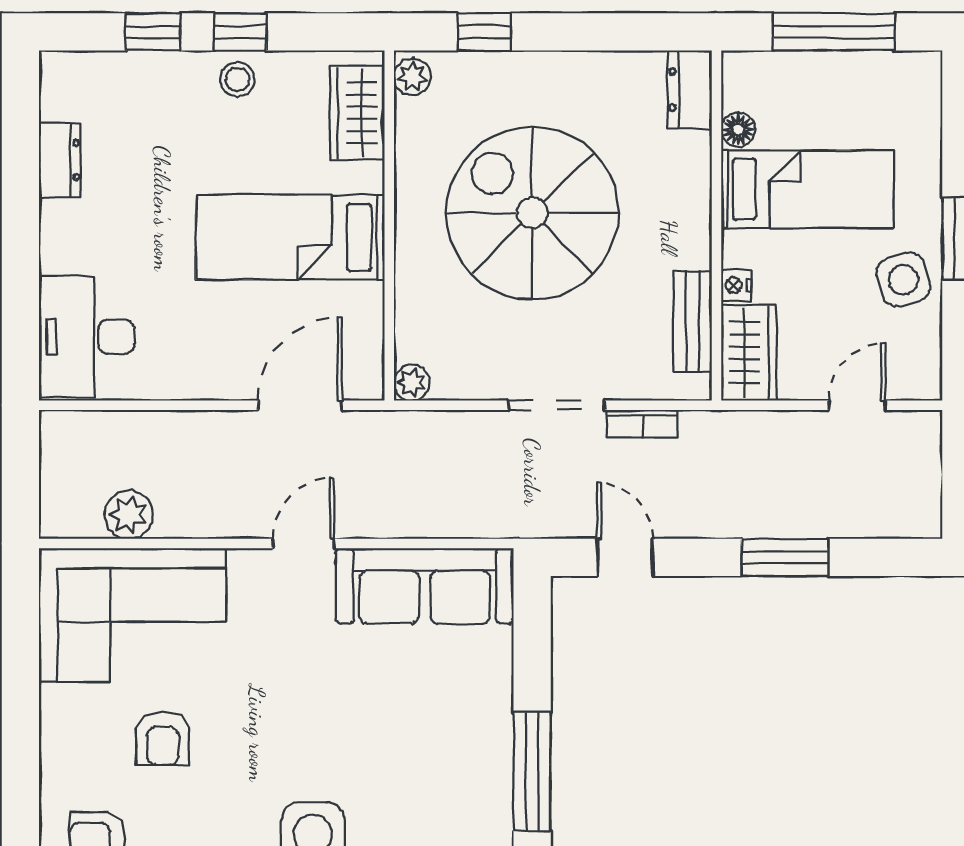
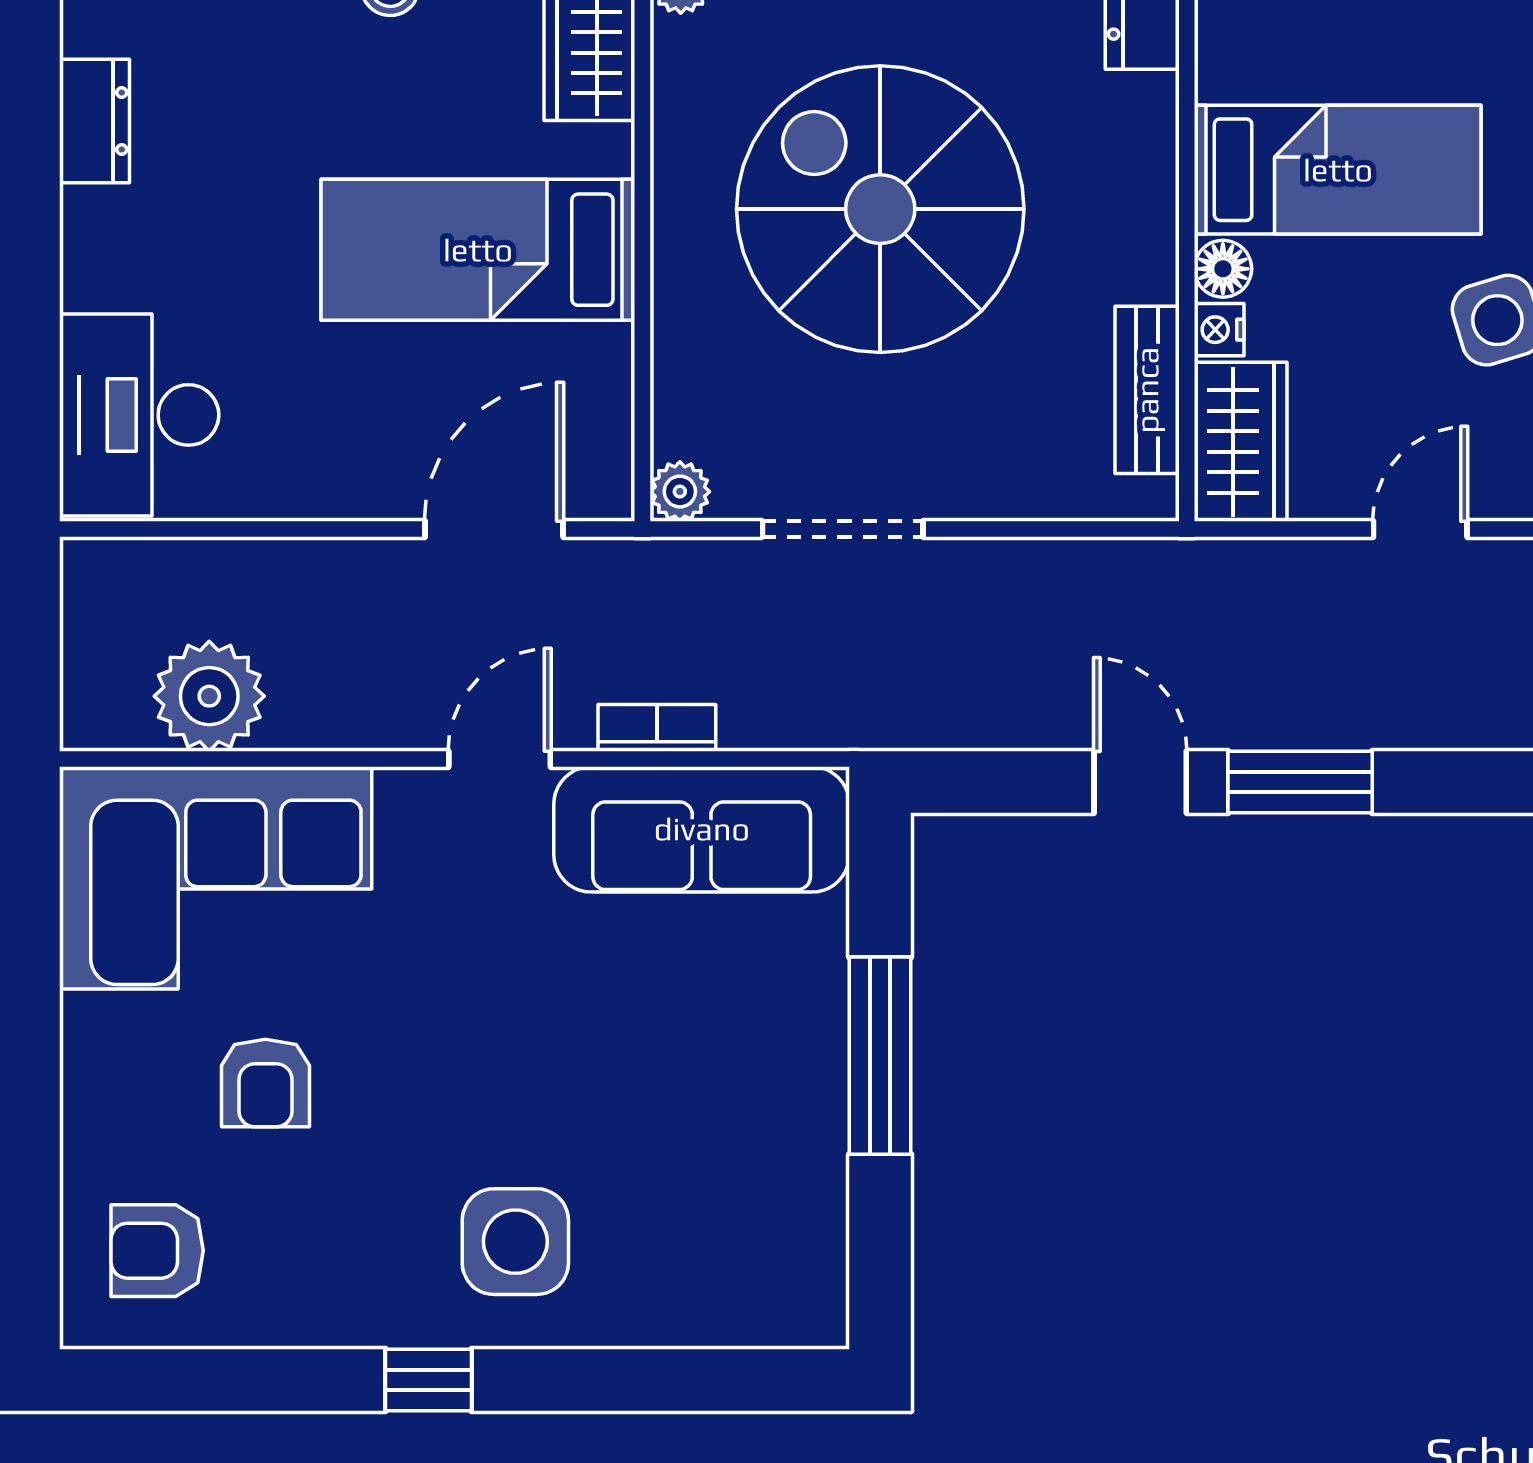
floor lamp: (738, 130) -> (1223, 269), moved
doorway: (557, 405) -> (843, 529), moved
bookcase: (642, 424) -> (657, 728), moved, turned 180
plant: (129, 515) -> (209, 696), width x1.36, depth x1.36
door: (625, 557) -> (1140, 782), moved
window: (532, 772) -> (880, 1056), moved

